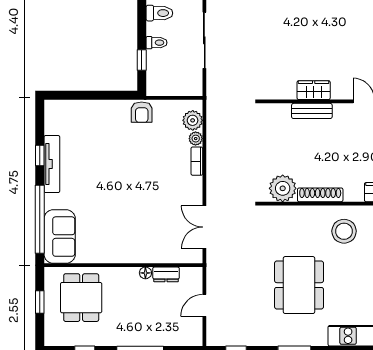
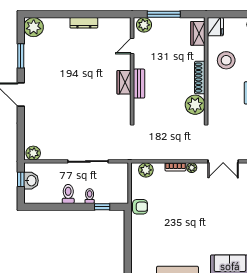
plant: (196, 139) -> (192, 168), moved

